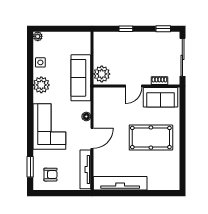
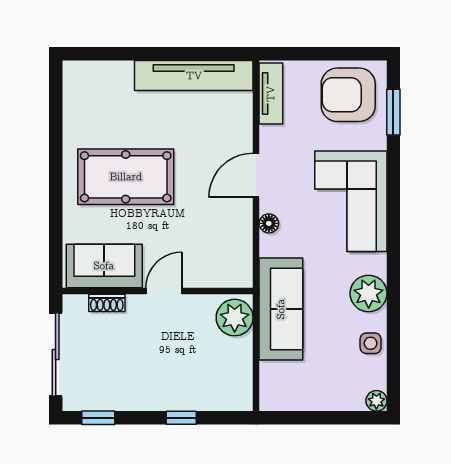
tv unit: (85, 169) -> (271, 94), width x0.71
armchair: (50, 175) -> (348, 95), width x1.88, depth x1.88

